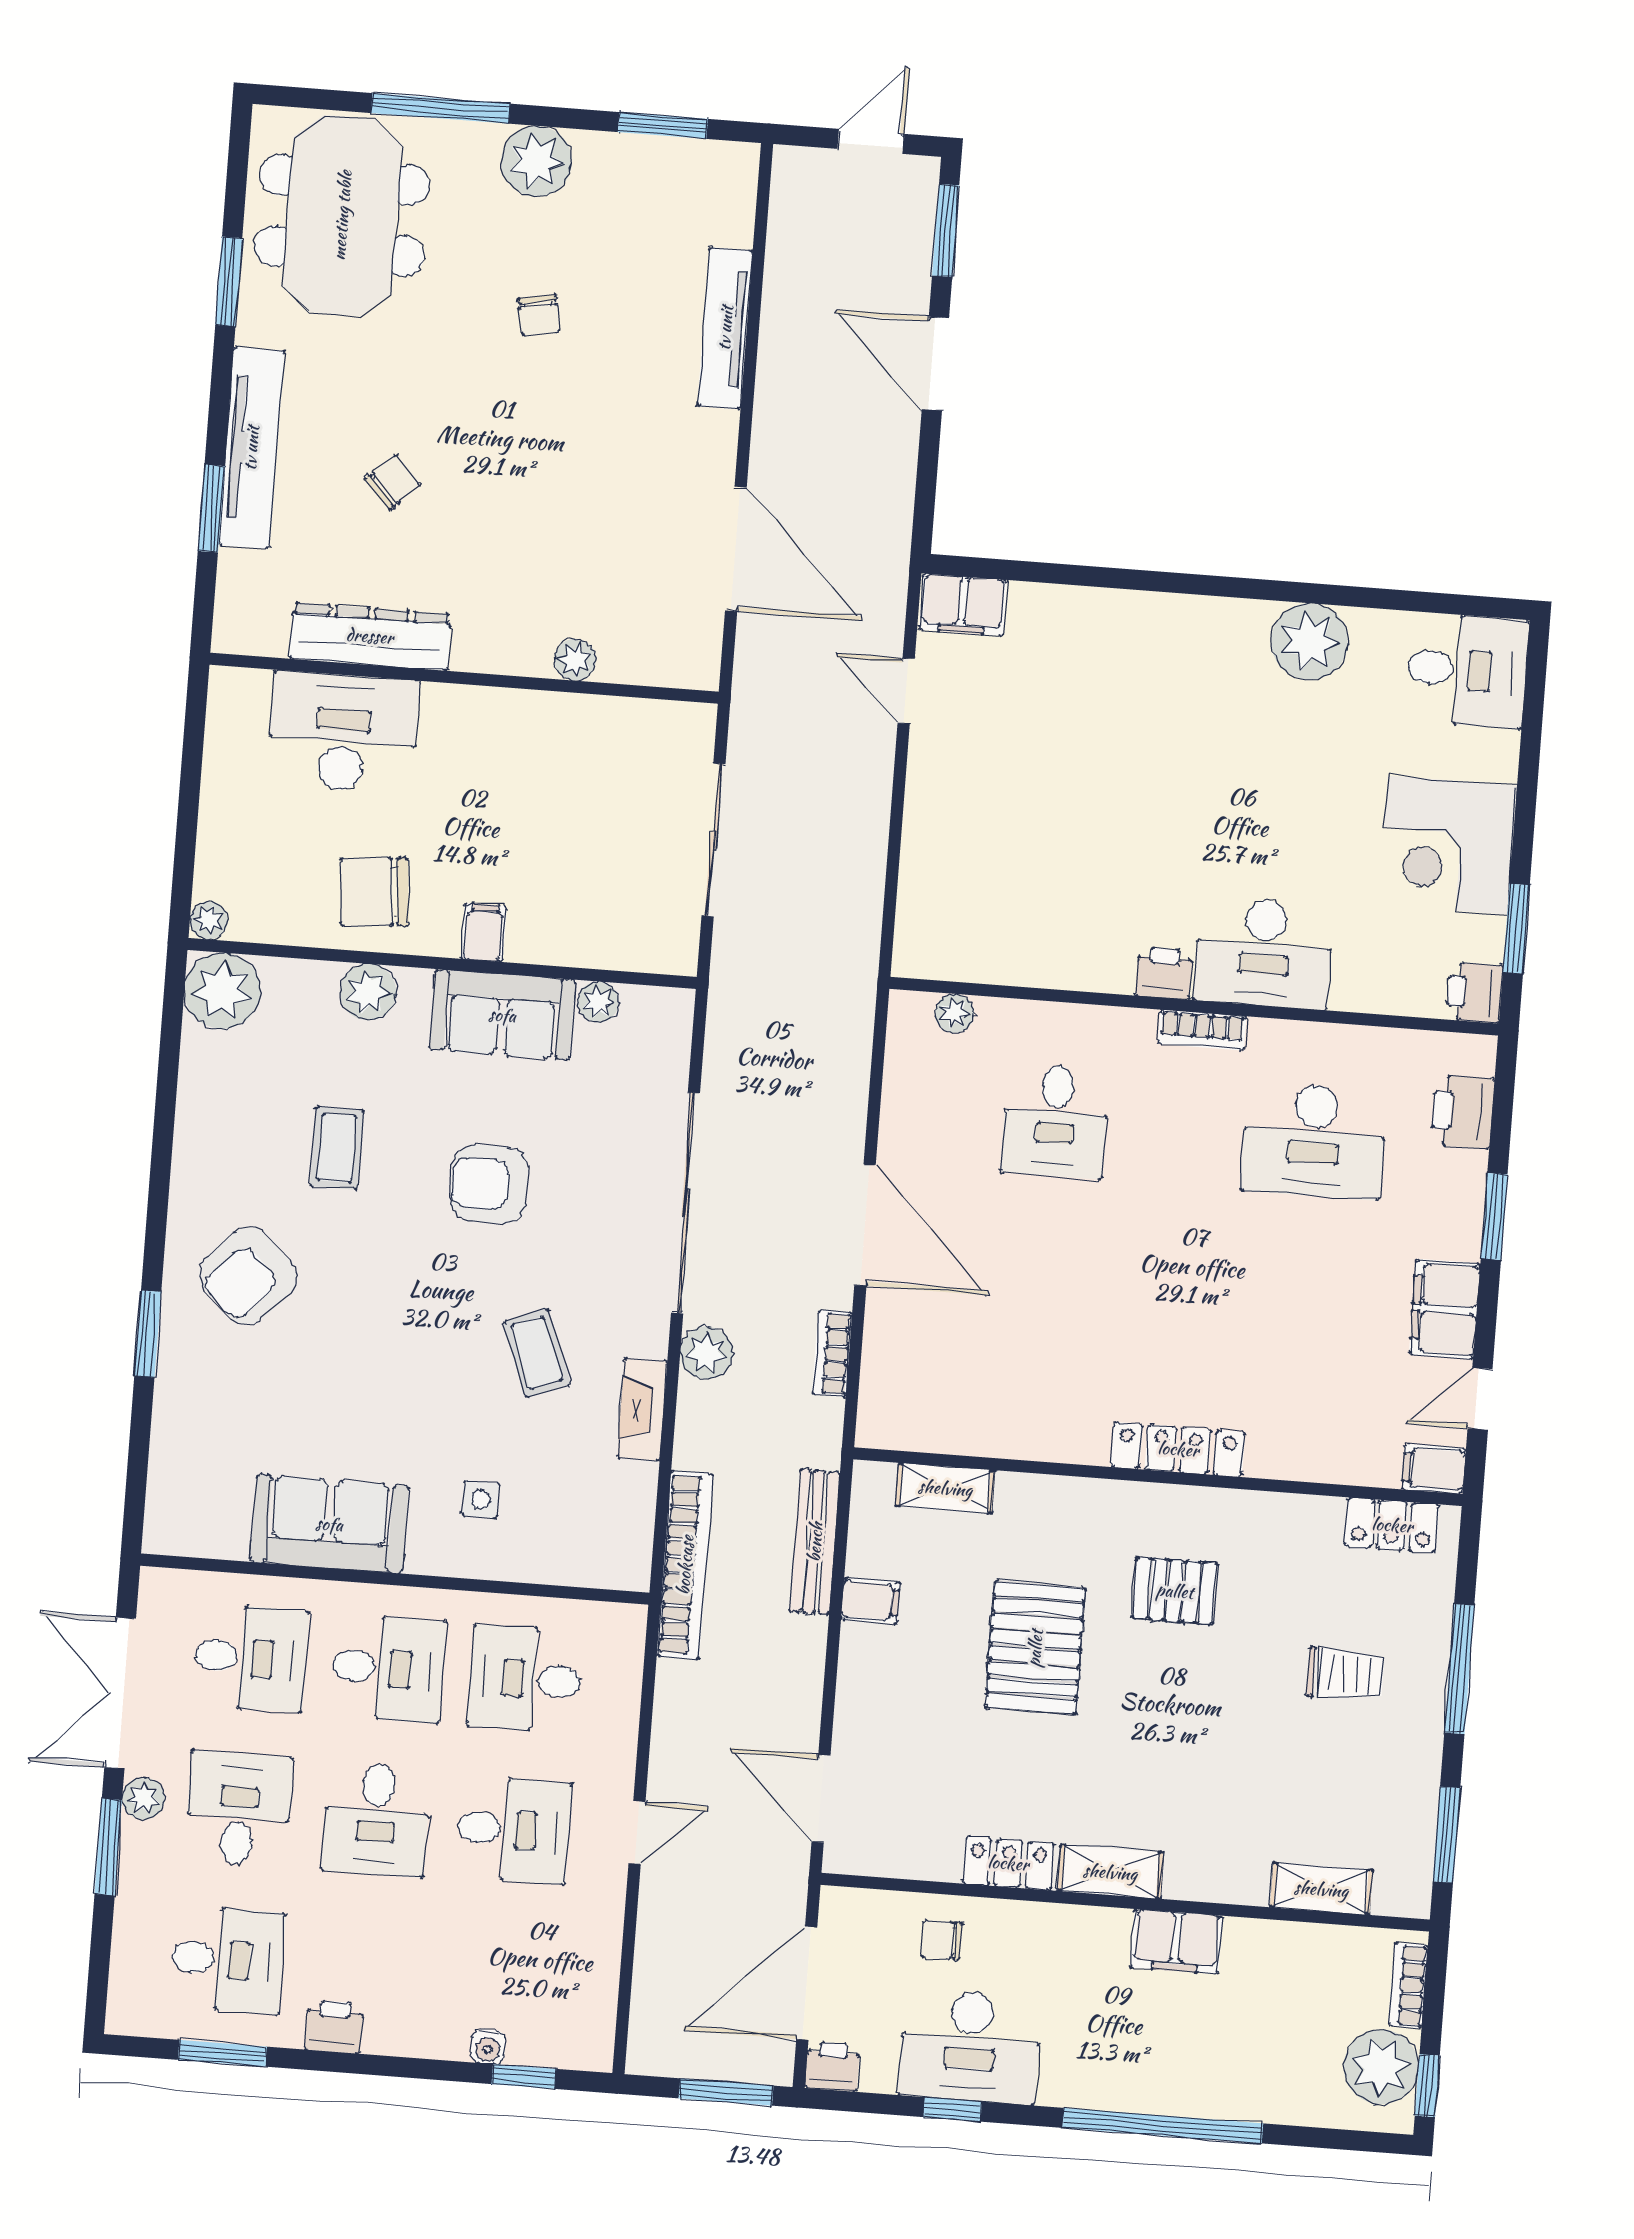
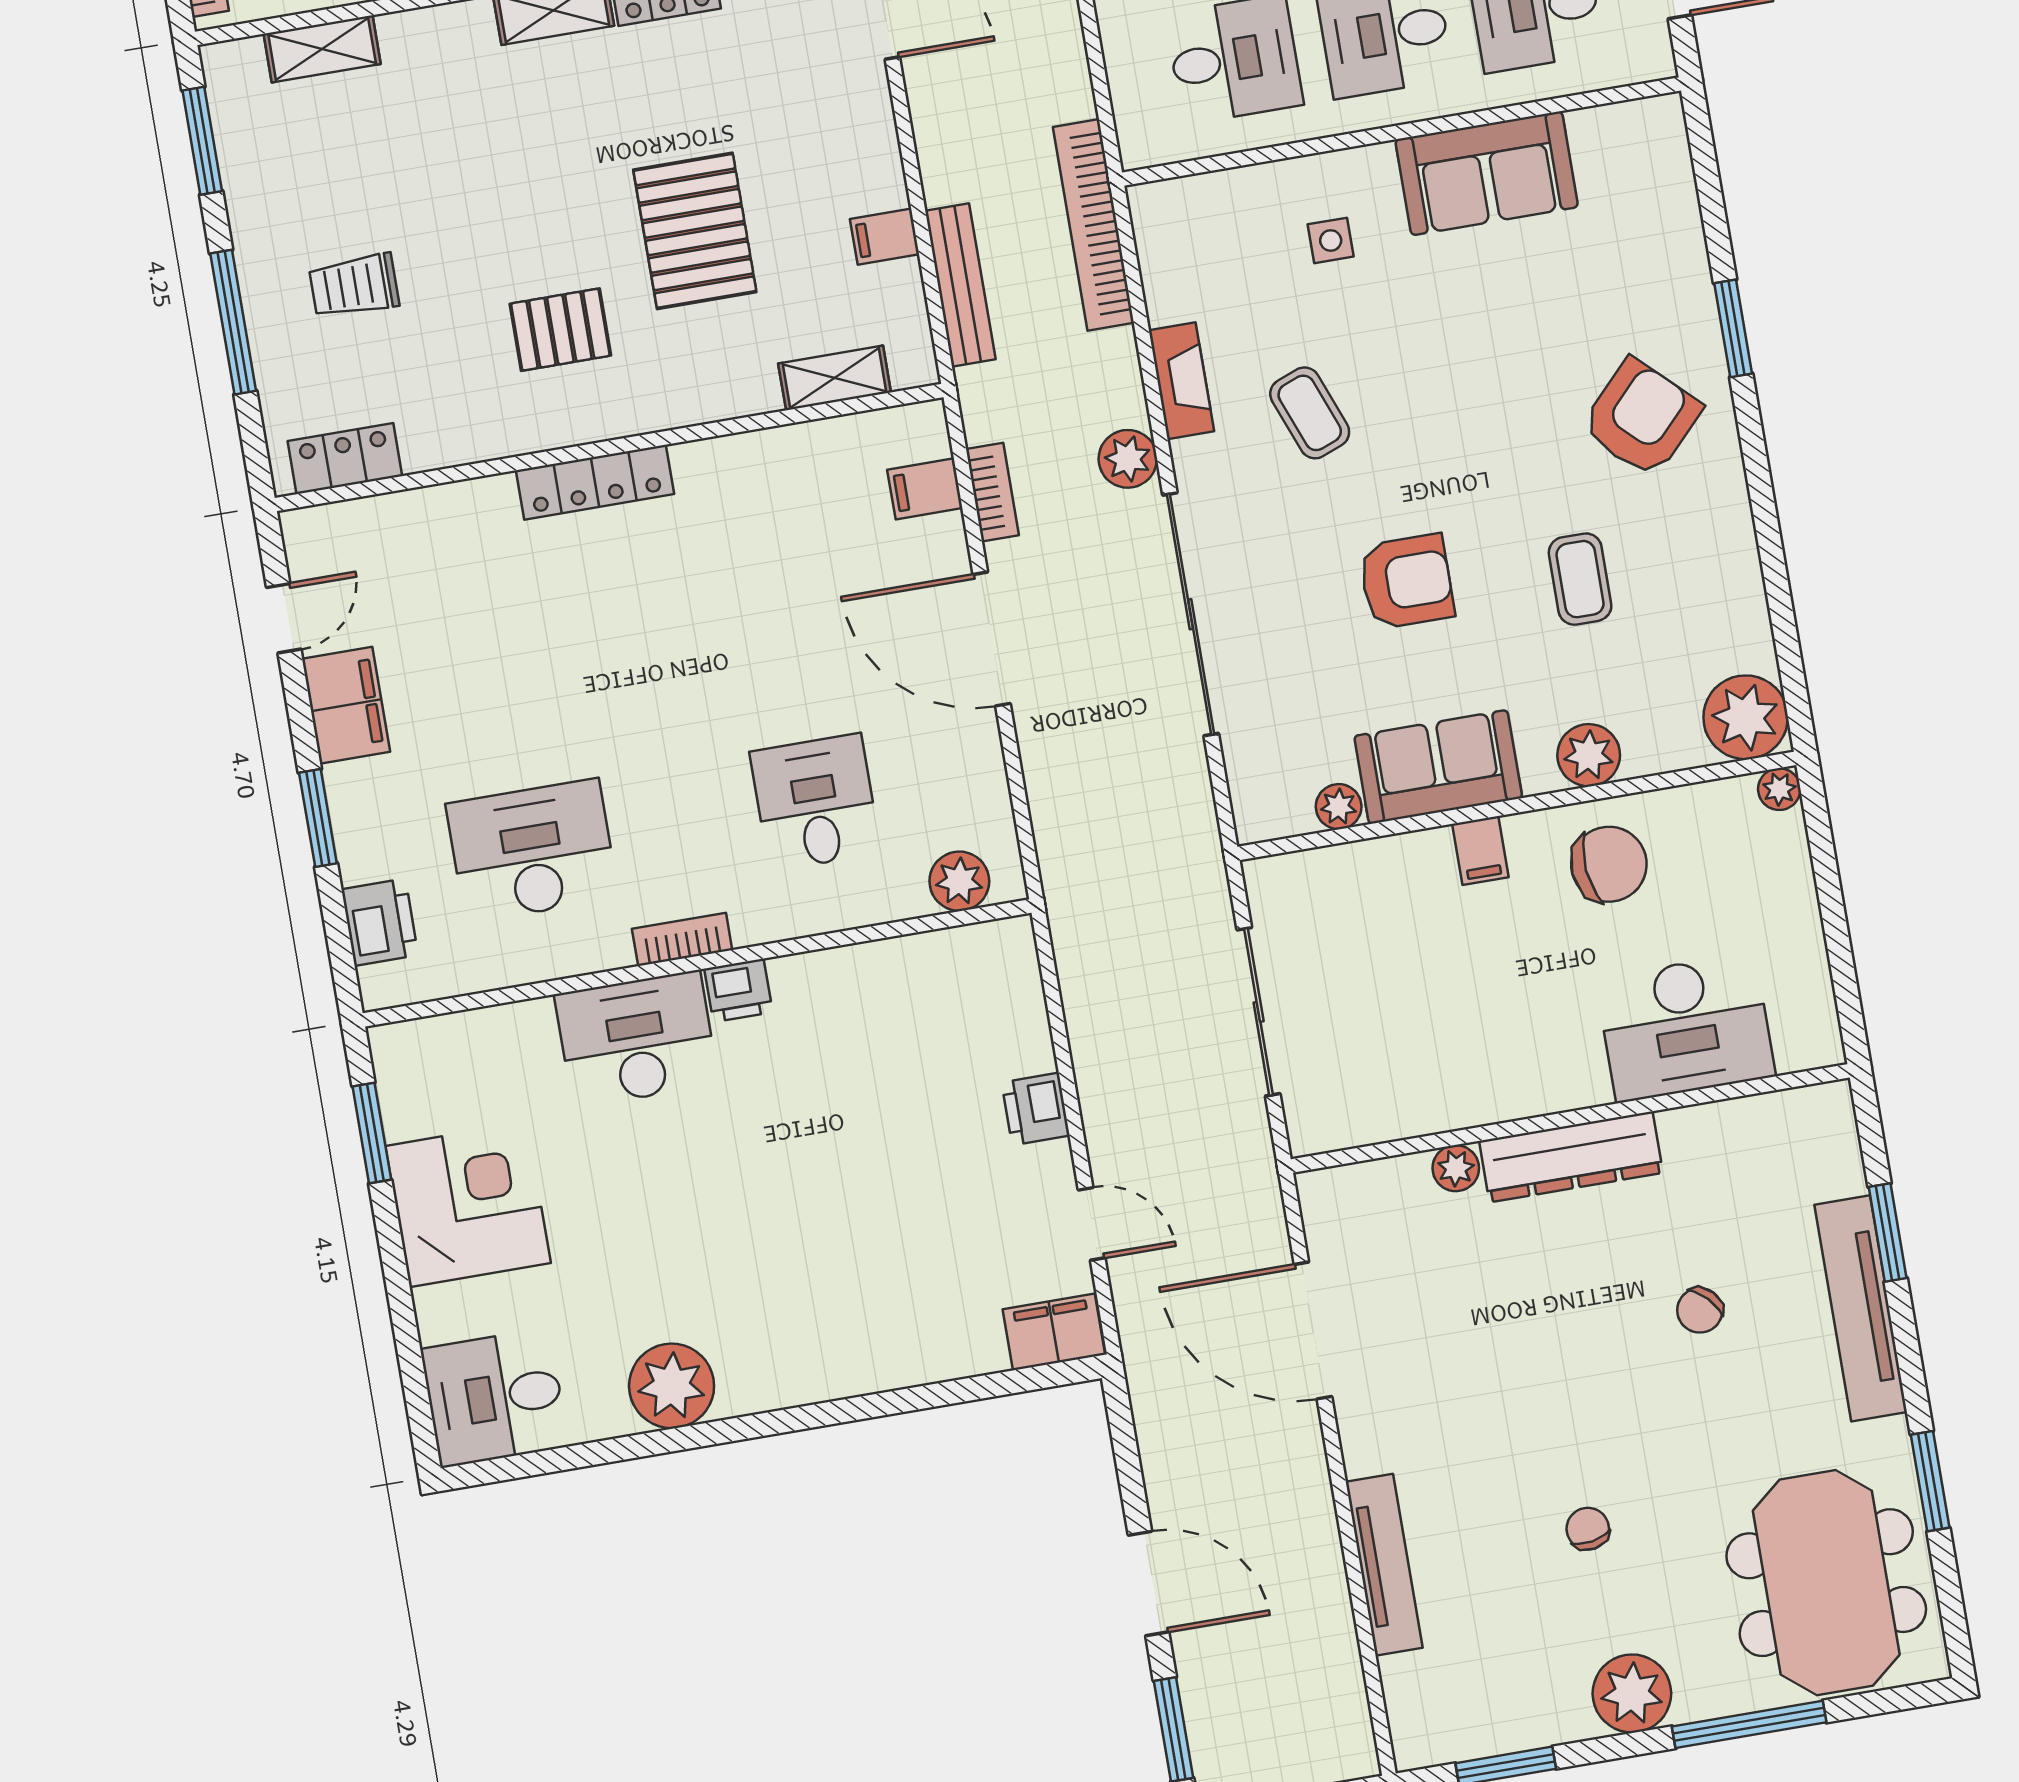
dresser: (370, 636) -> (1571, 1157), moved
printer: (1475, 993) -> (1036, 1109), moved, turned 180
plant: (954, 1013) -> (959, 881), width x1.38, depth x1.38
filing cabinet: (1434, 1469) -> (925, 489), moved, turned 180

